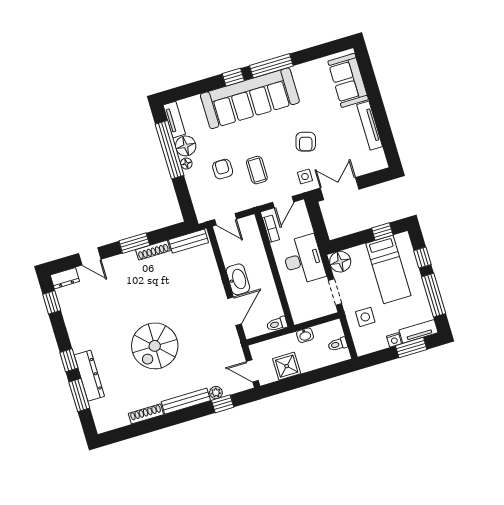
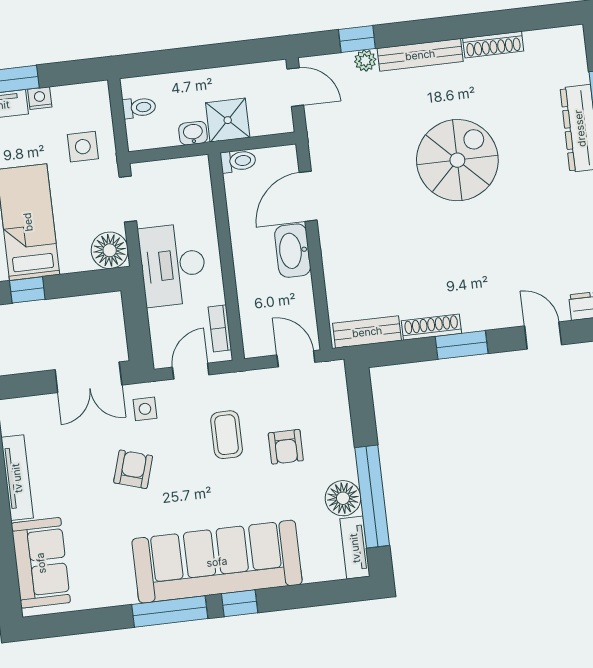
floor lamp: (186, 163) -> (347, 468), removed
shower: (287, 366) -> (228, 120), moved

